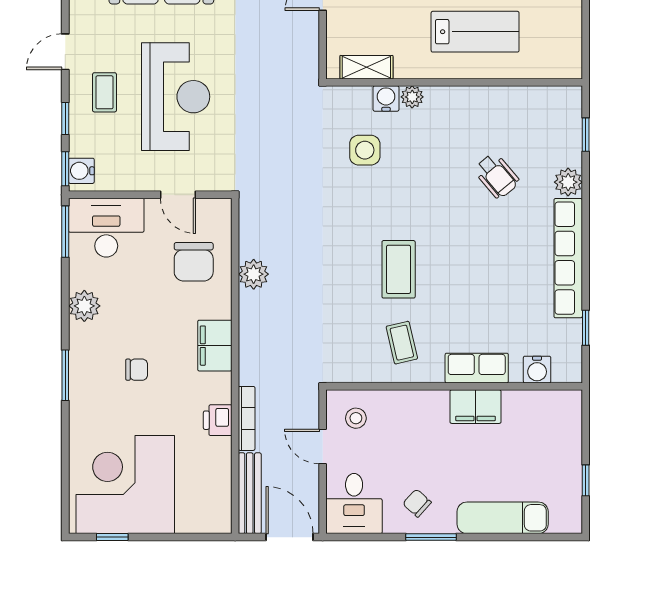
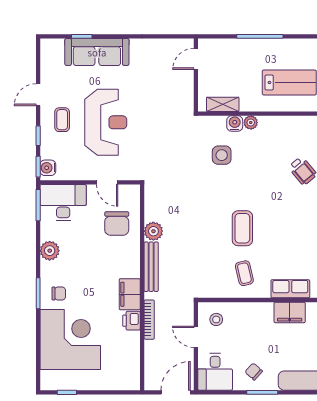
filing cabinet: (215, 346) -> (130, 294), moved
chair: (137, 370) -> (59, 294), moved
corner desk: (125, 485) -> (70, 339), moved, turned 90
bench: (250, 493) -> (151, 267), moved
door: (290, 537) -> (176, 392), hinge flipped

